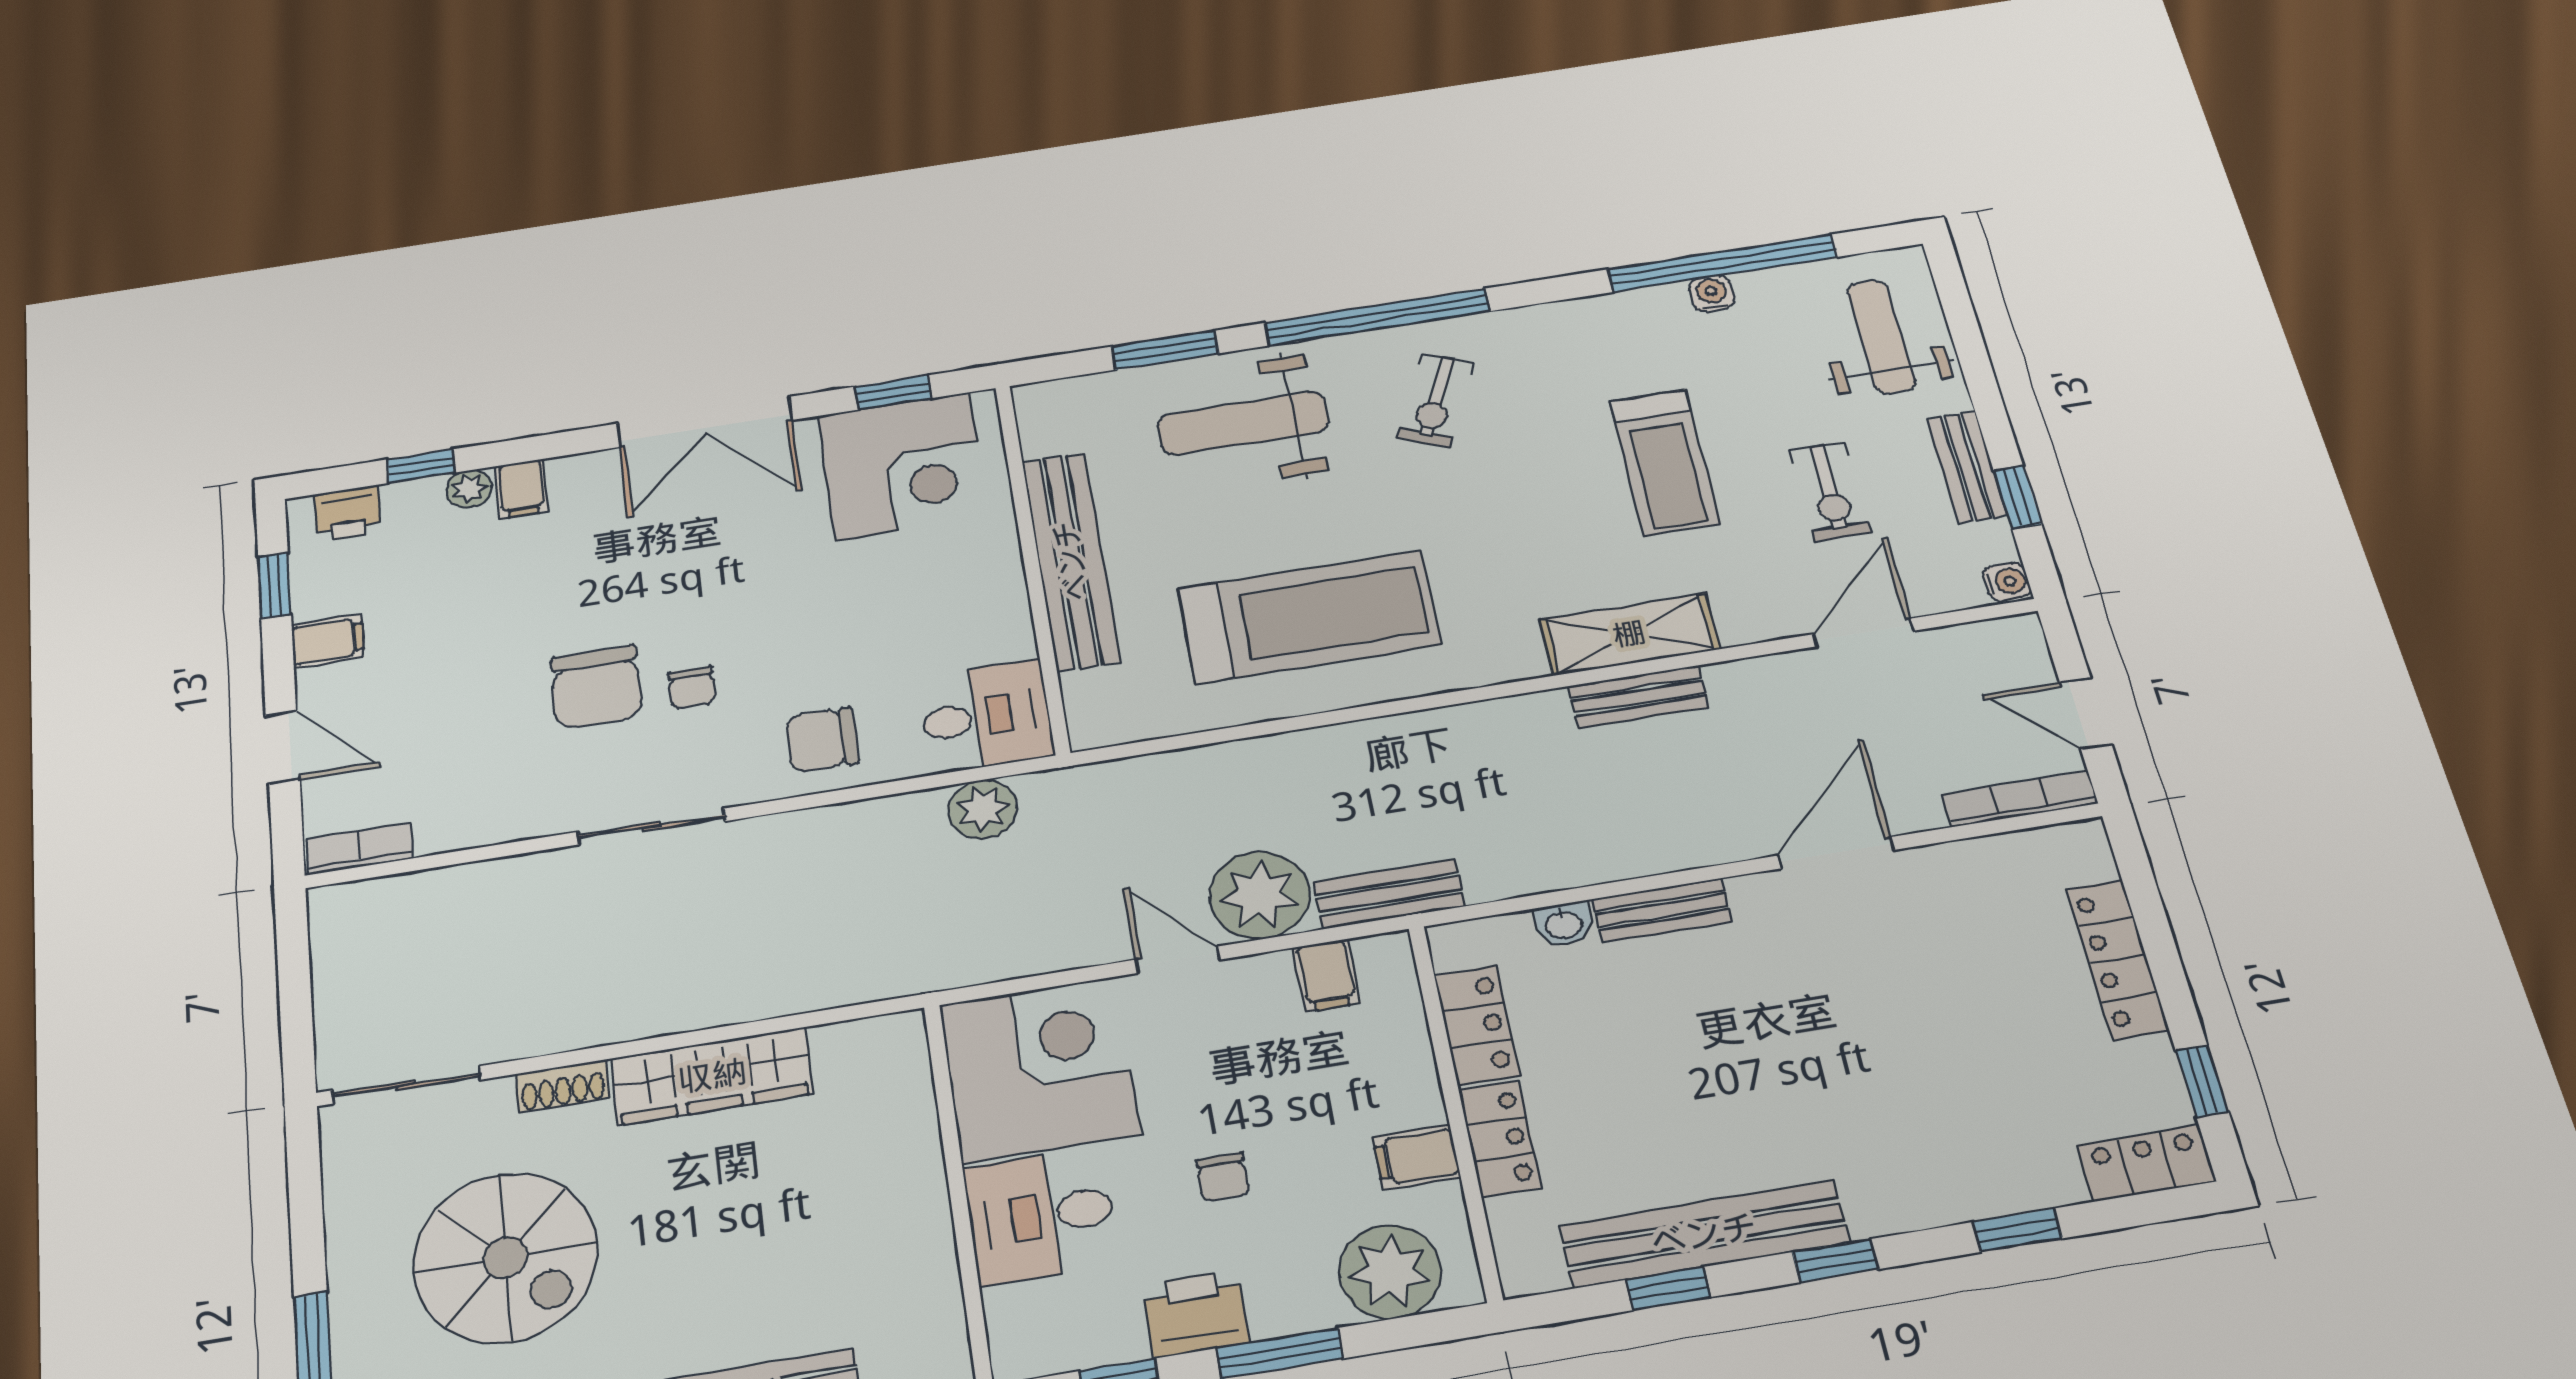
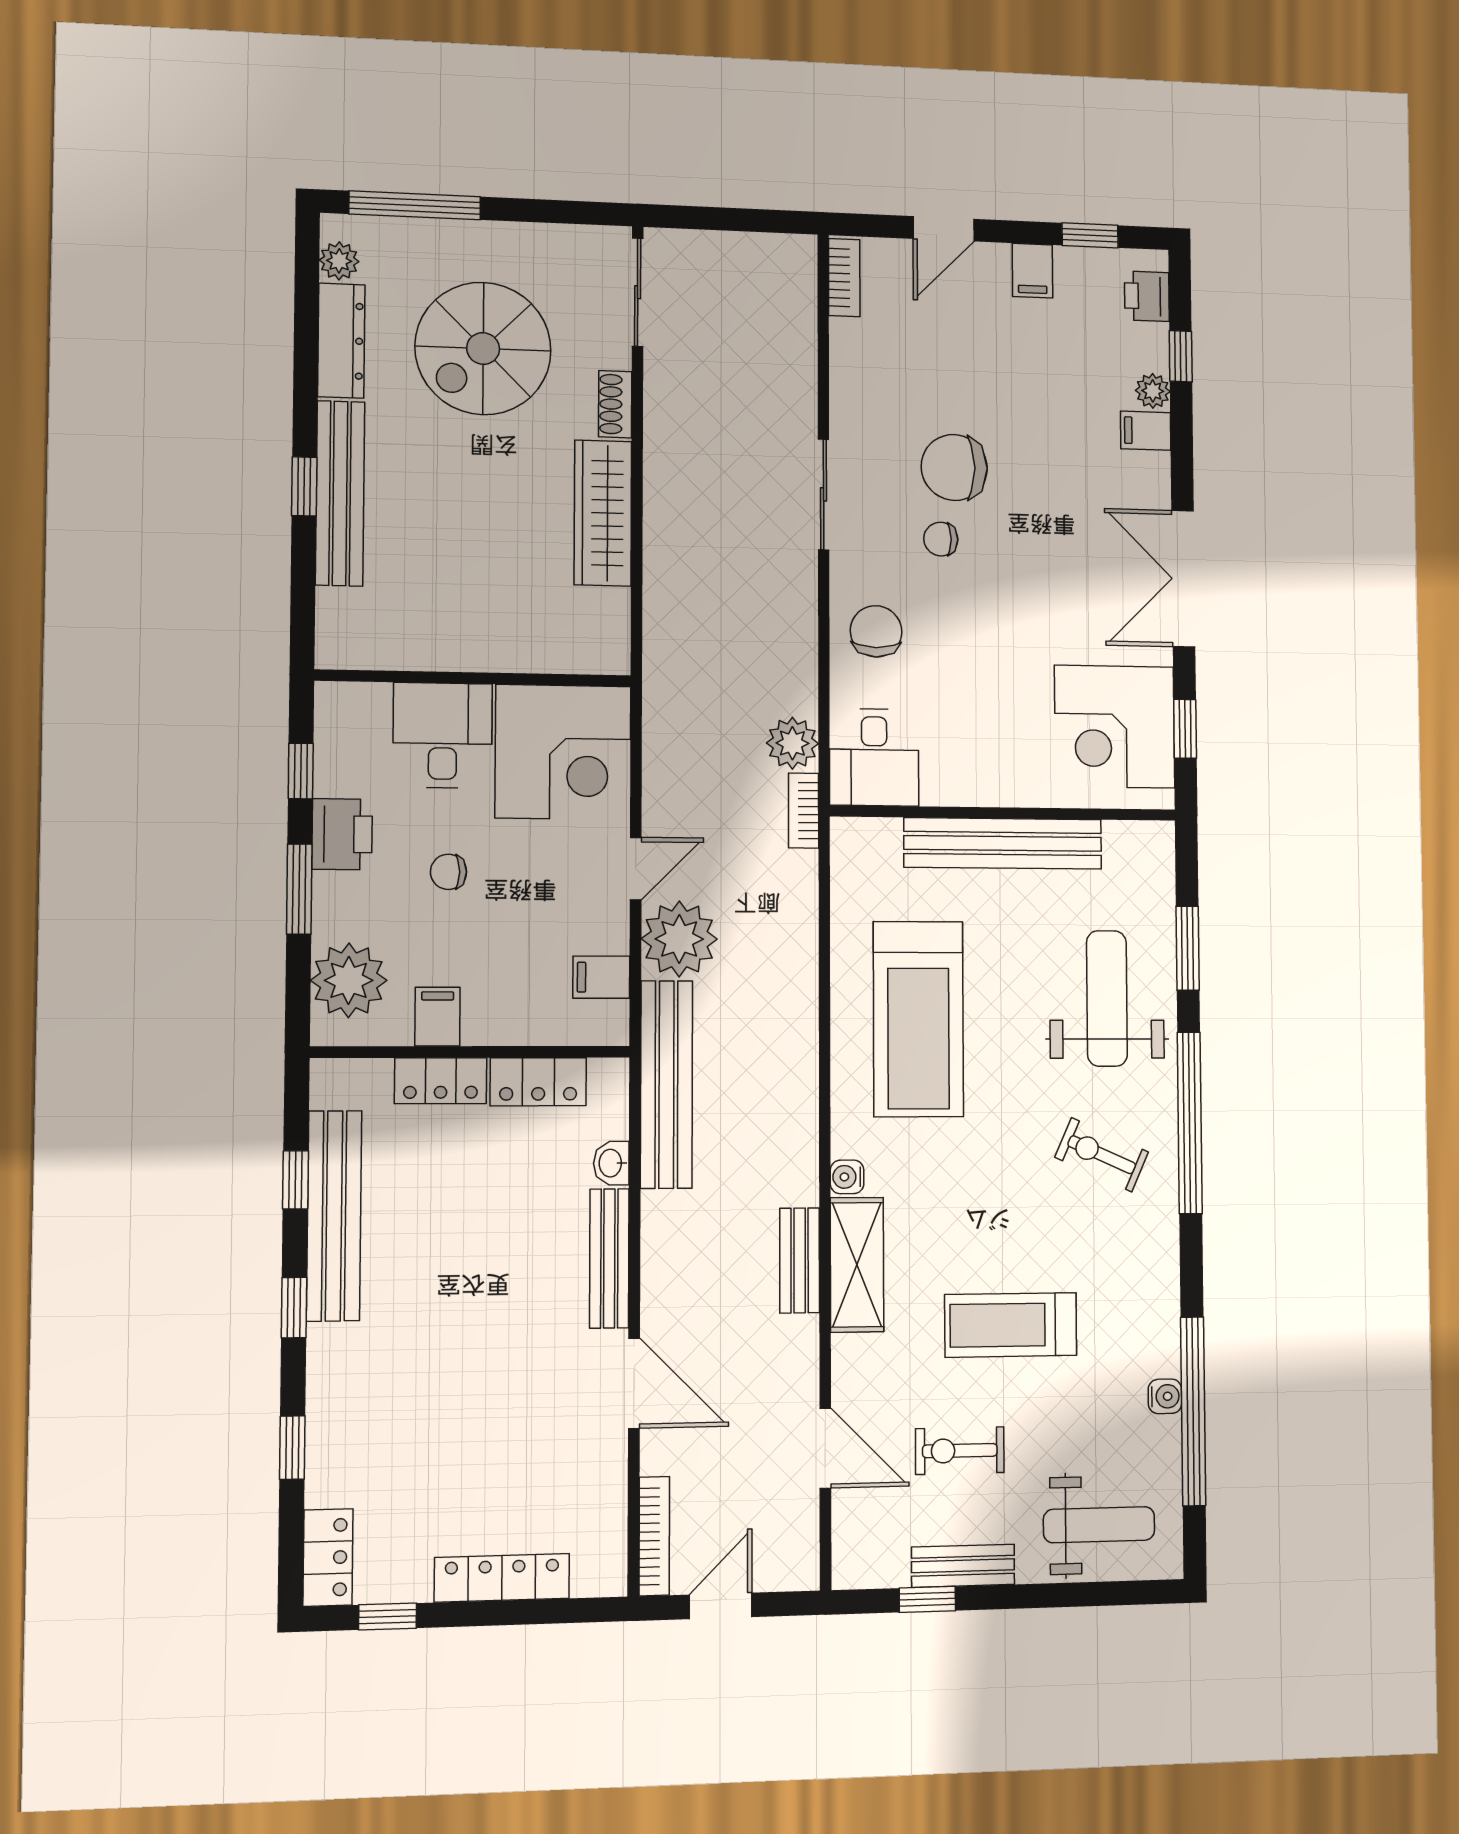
water cooler: (2007, 582) -> (847, 1177), moved, turned 90
bookcase: (1068, 783) -> (804, 811), added
bench: (1389, 894) -> (666, 1084), width x1.86, depth x1.21
bench: (1662, 910) -> (609, 1258), width x1.36

